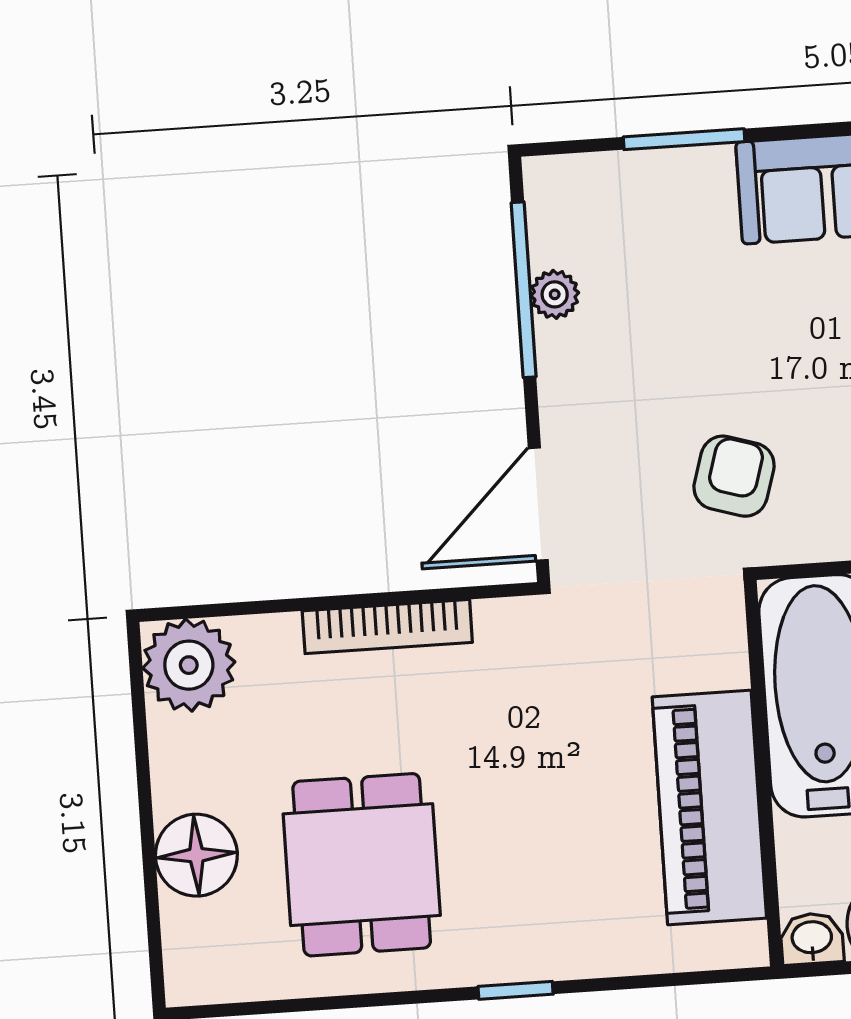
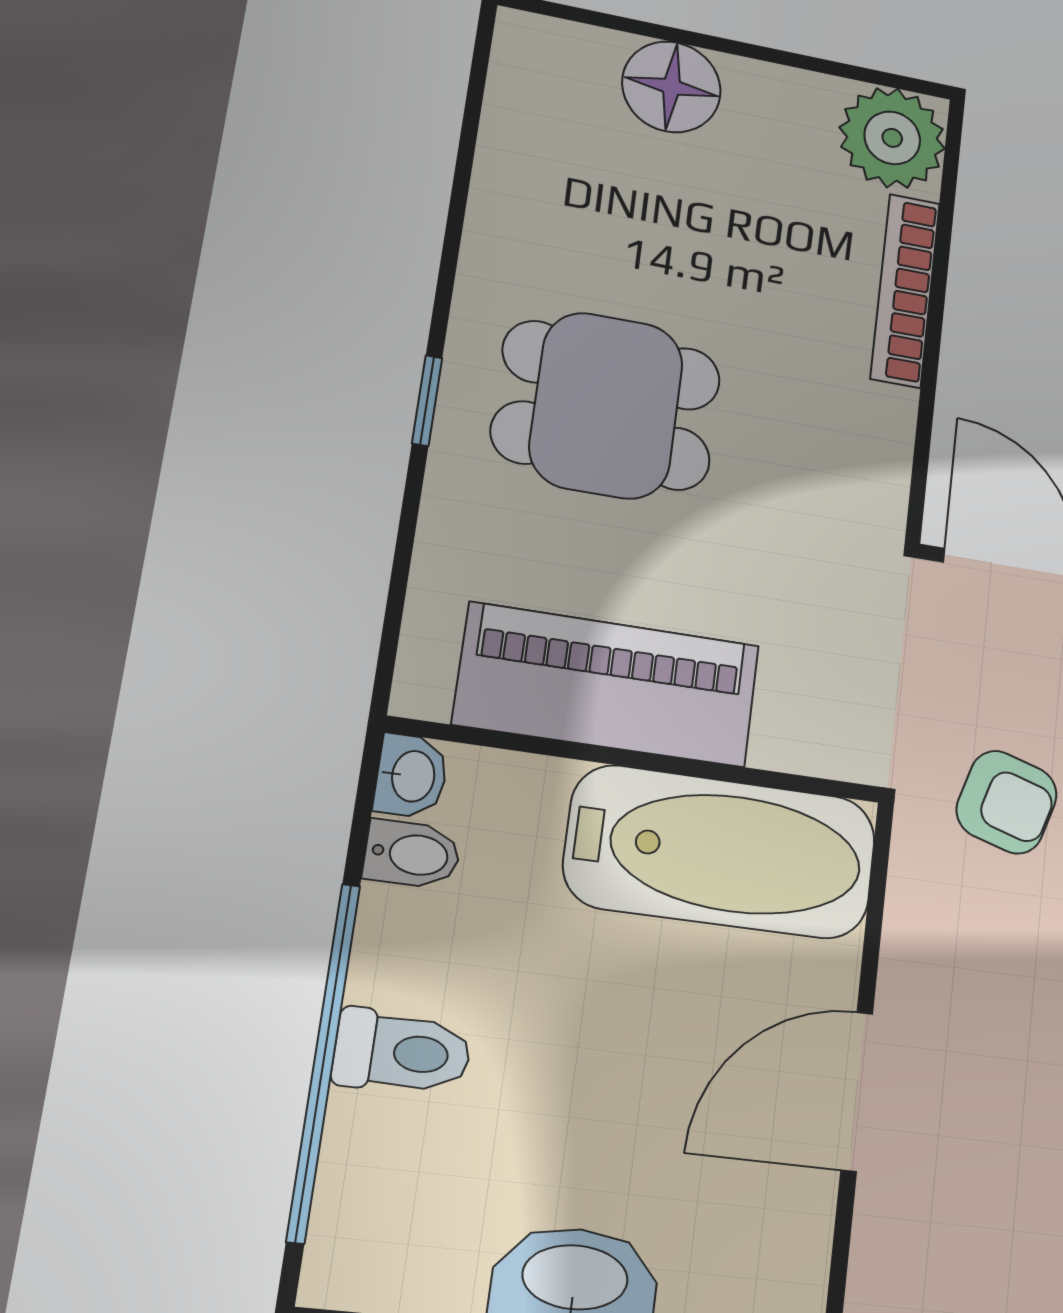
bookcase: (387, 627) -> (905, 290), moved
dining table: (362, 865) -> (606, 405), moved

